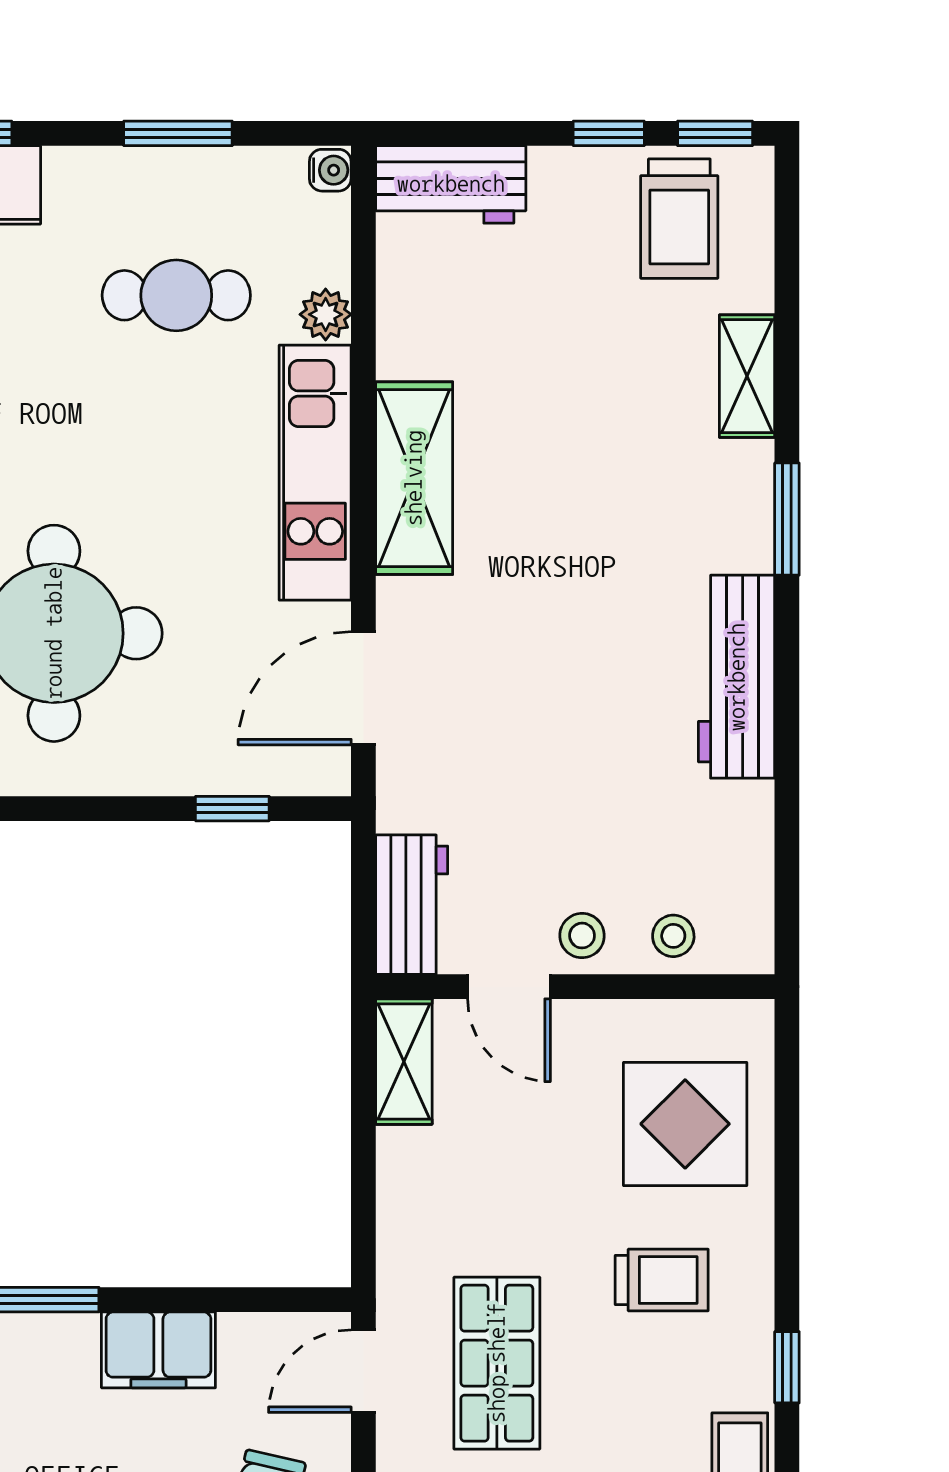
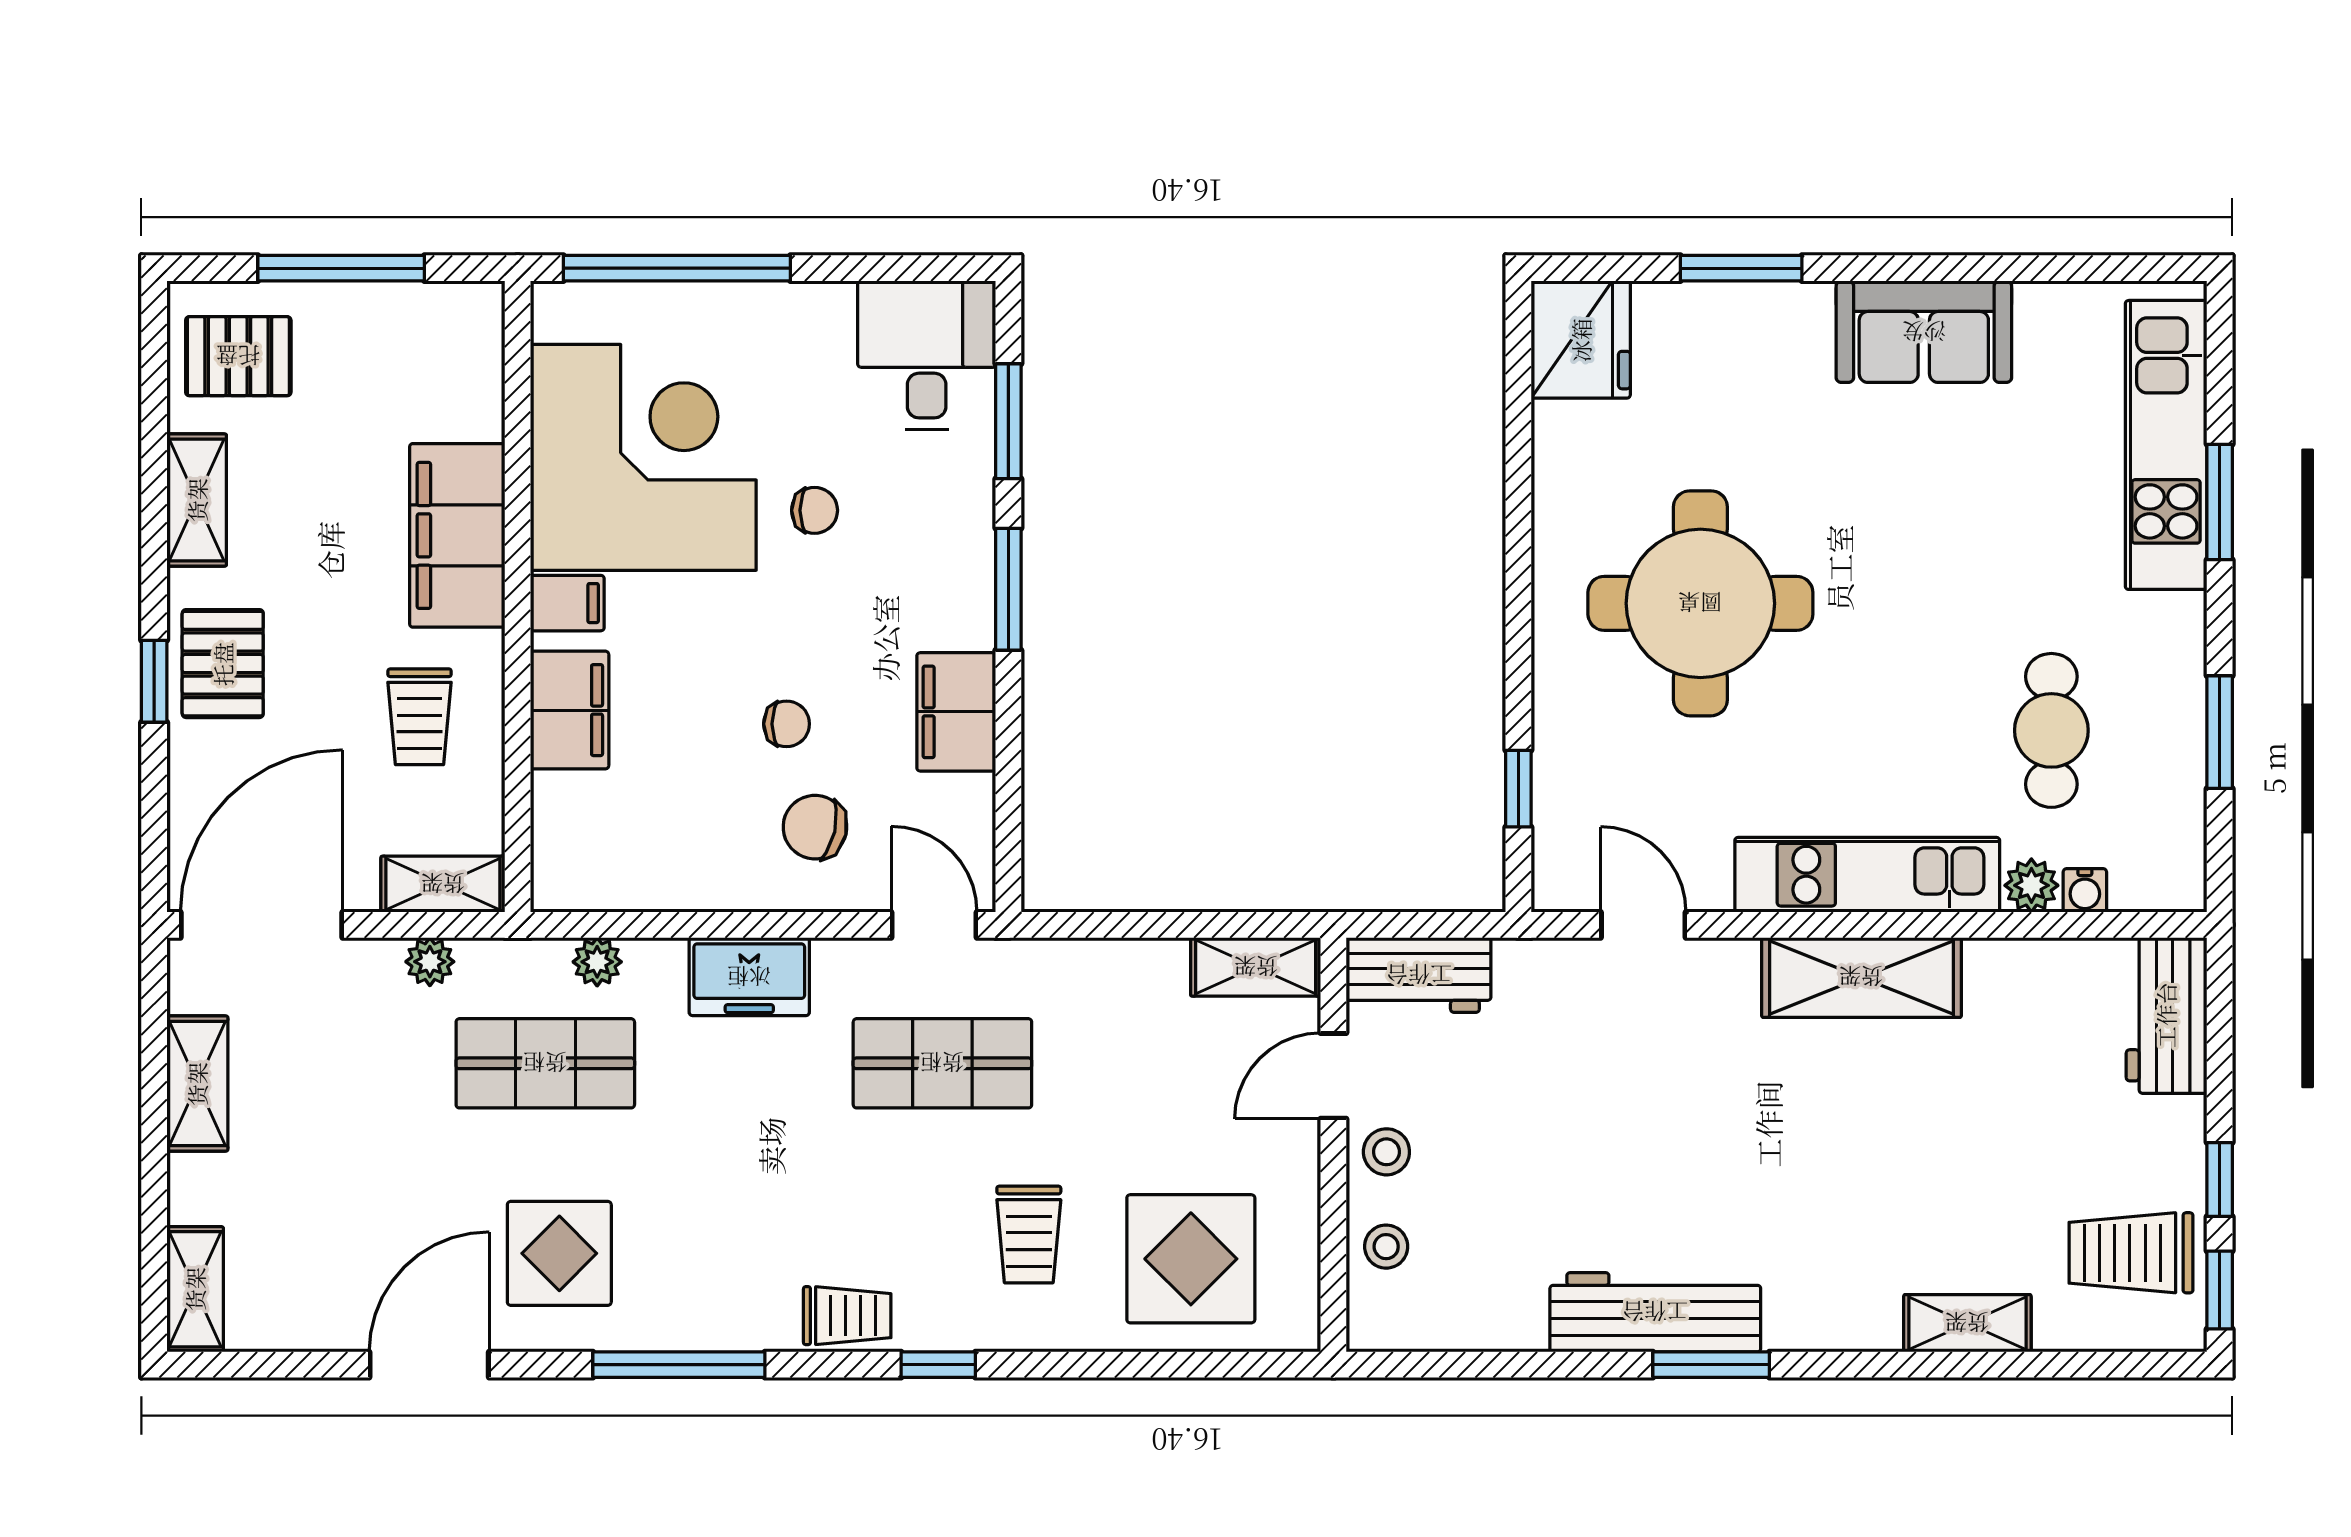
water cooler: (330, 170) -> (2085, 890), moved
window: (787, 519) -> (1711, 1365), moved
door: (363, 688) -> (1643, 925), width x0.73

